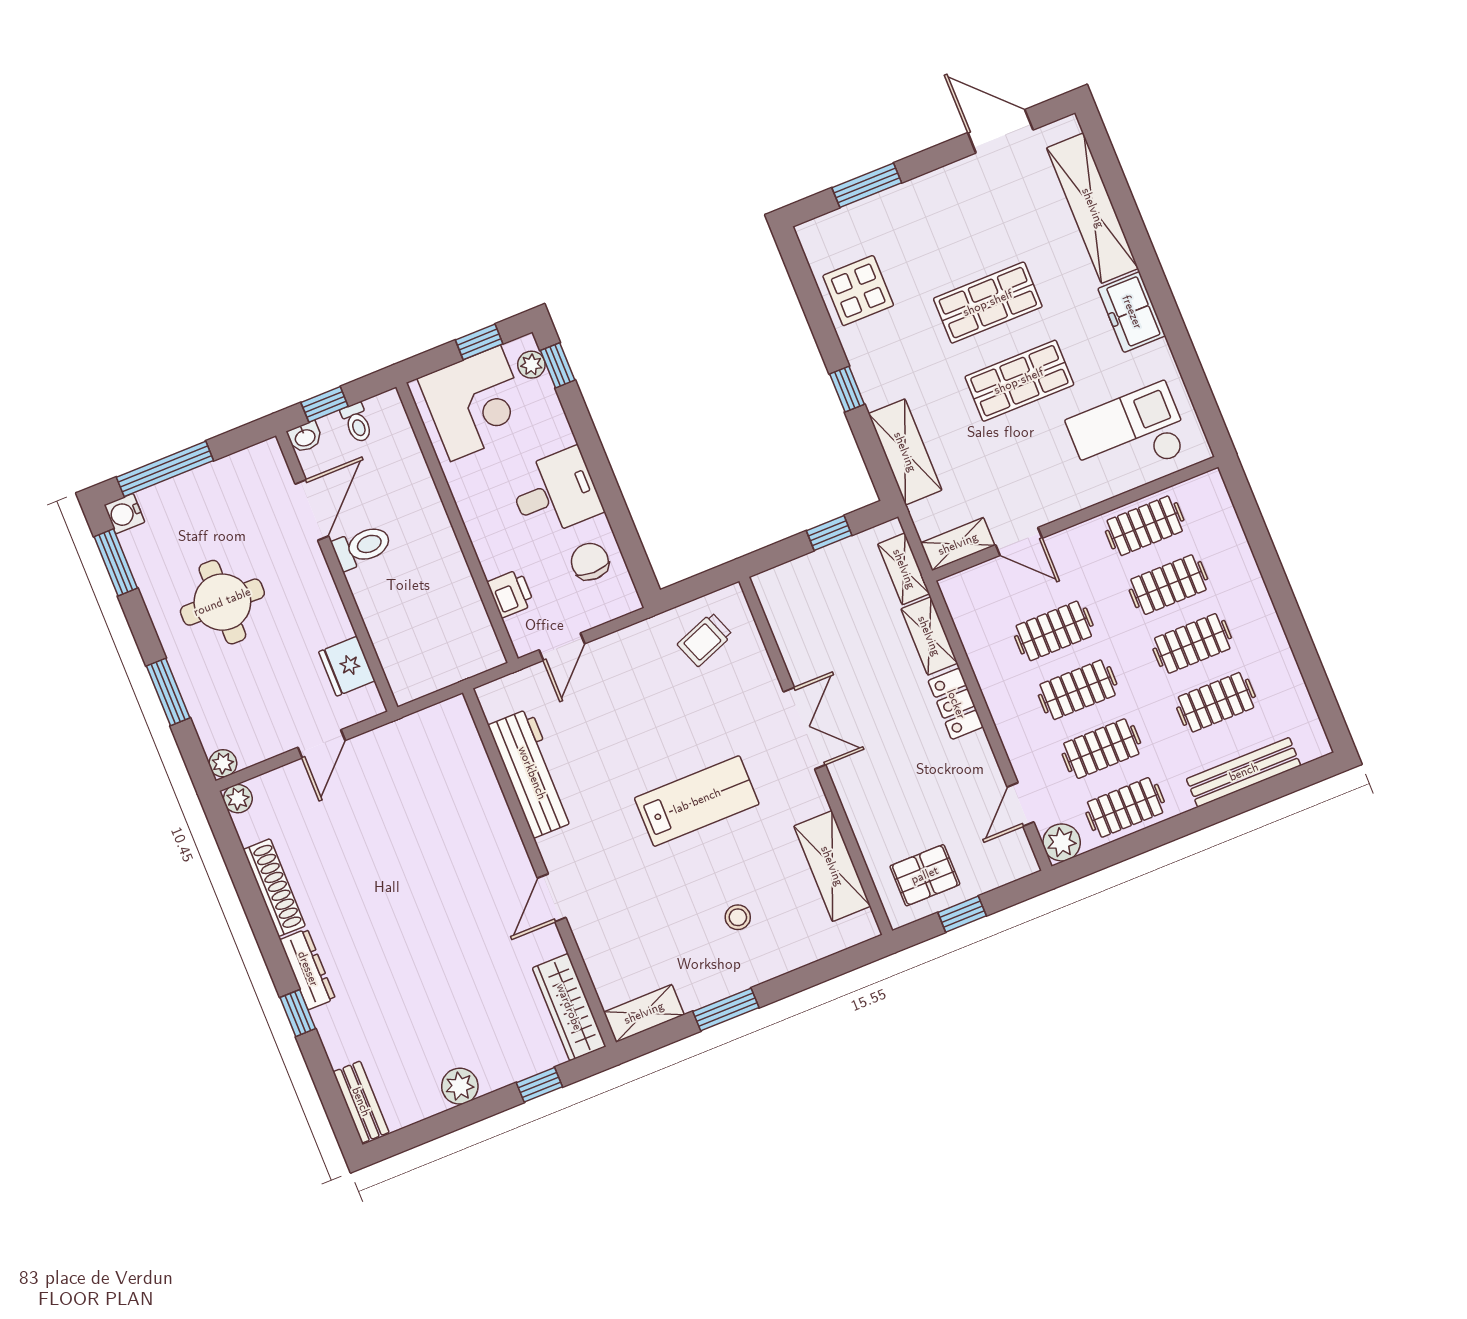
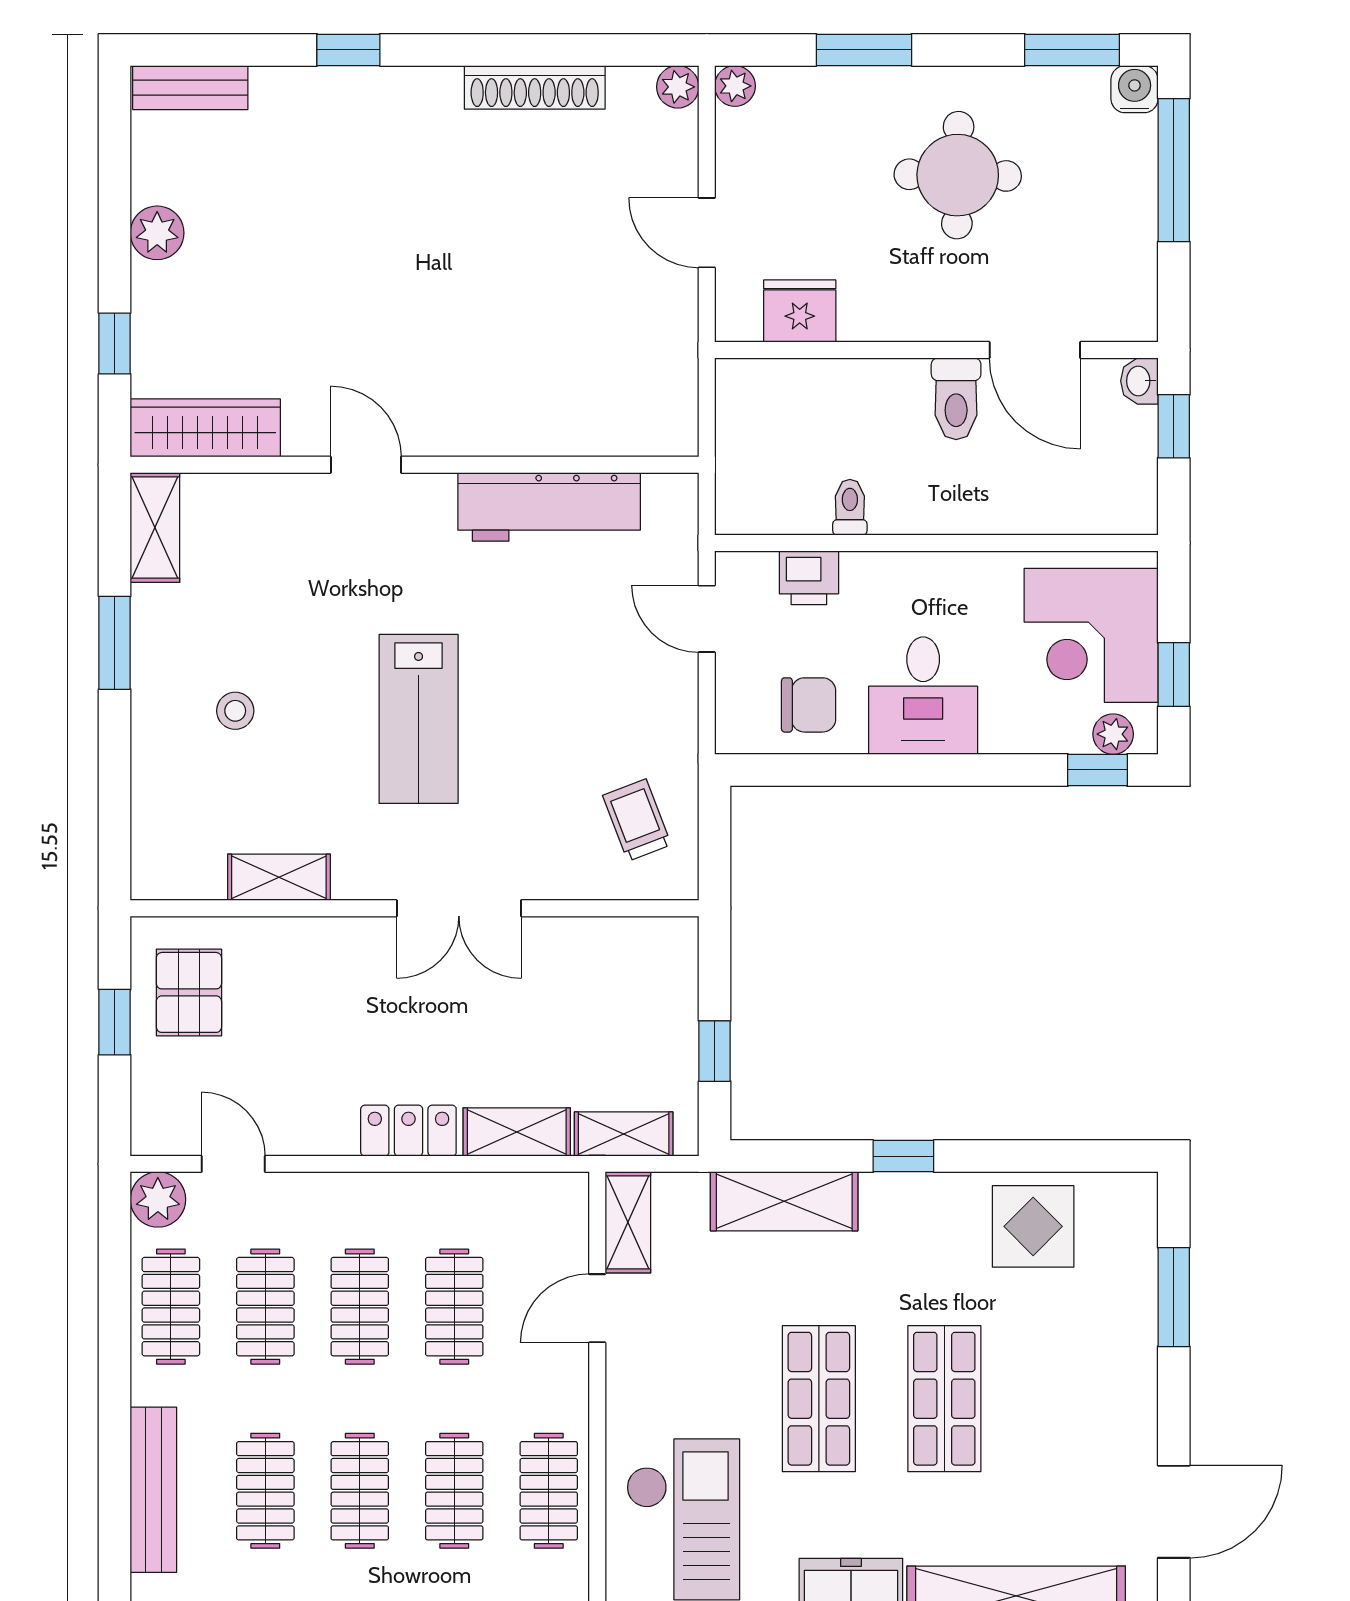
toilet: (357, 423) -> (850, 507), moved, turned 90
shelving: (832, 866) -> (279, 877), width x0.67, depth x0.75
dresser: (308, 969) -> (403, 88), removed

